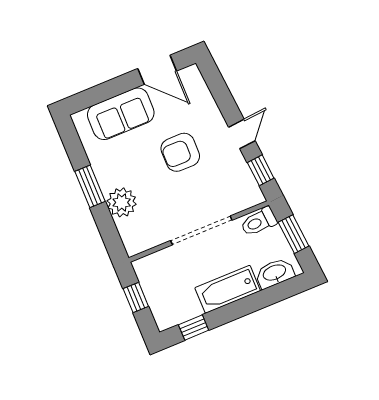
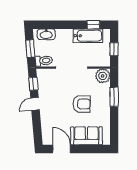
armchair: (180, 152) -> (82, 104), moved
window: (90, 186) -> (114, 97), moved
plant: (122, 202) -> (103, 76), moved
bathtub: (228, 289) -> (88, 36), moved

